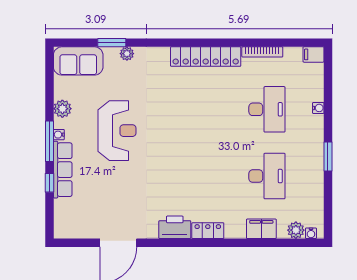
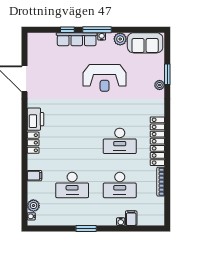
filing cabinet: (313, 54) -> (131, 218), moved
sofa: (78, 61) -> (145, 43), moved, turned -90
desk: (205, 109) -> (120, 141), added
filing cabinet: (261, 229) -> (34, 176), width x0.50

